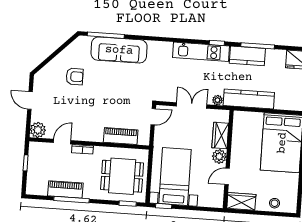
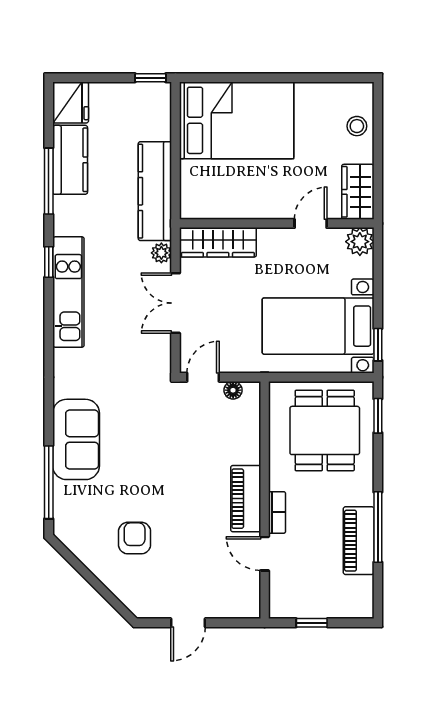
sofa: (119, 50) -> (76, 439), width x0.73
kitchen counter: (247, 56) -> (70, 160), moved
door: (153, 117) -> (203, 377), hinge flipped
plant: (38, 130) -> (245, 603), removed
floor lamp: (146, 131) -> (233, 390), added
wardrobe: (220, 135) -> (218, 242), width x1.50
piano: (121, 136) -> (246, 499), moved
plant: (219, 156) -> (360, 242), moved
door: (227, 176) -> (311, 223), swing flipped

